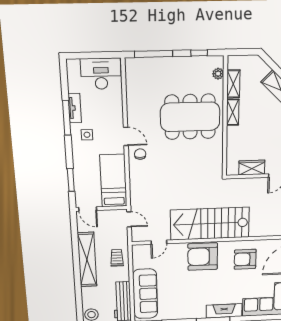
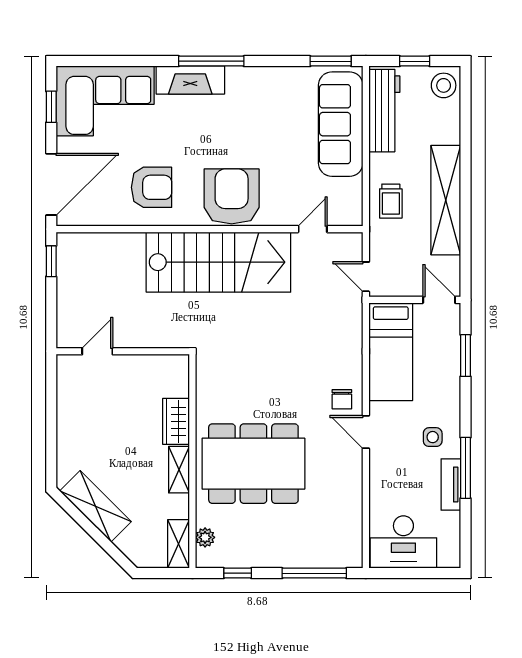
shelving: (233, 84) -> (179, 544), moved
wardrobe: (252, 168) -> (176, 421), moved, turned 90
armchair: (203, 257) -> (232, 196), turned -90

